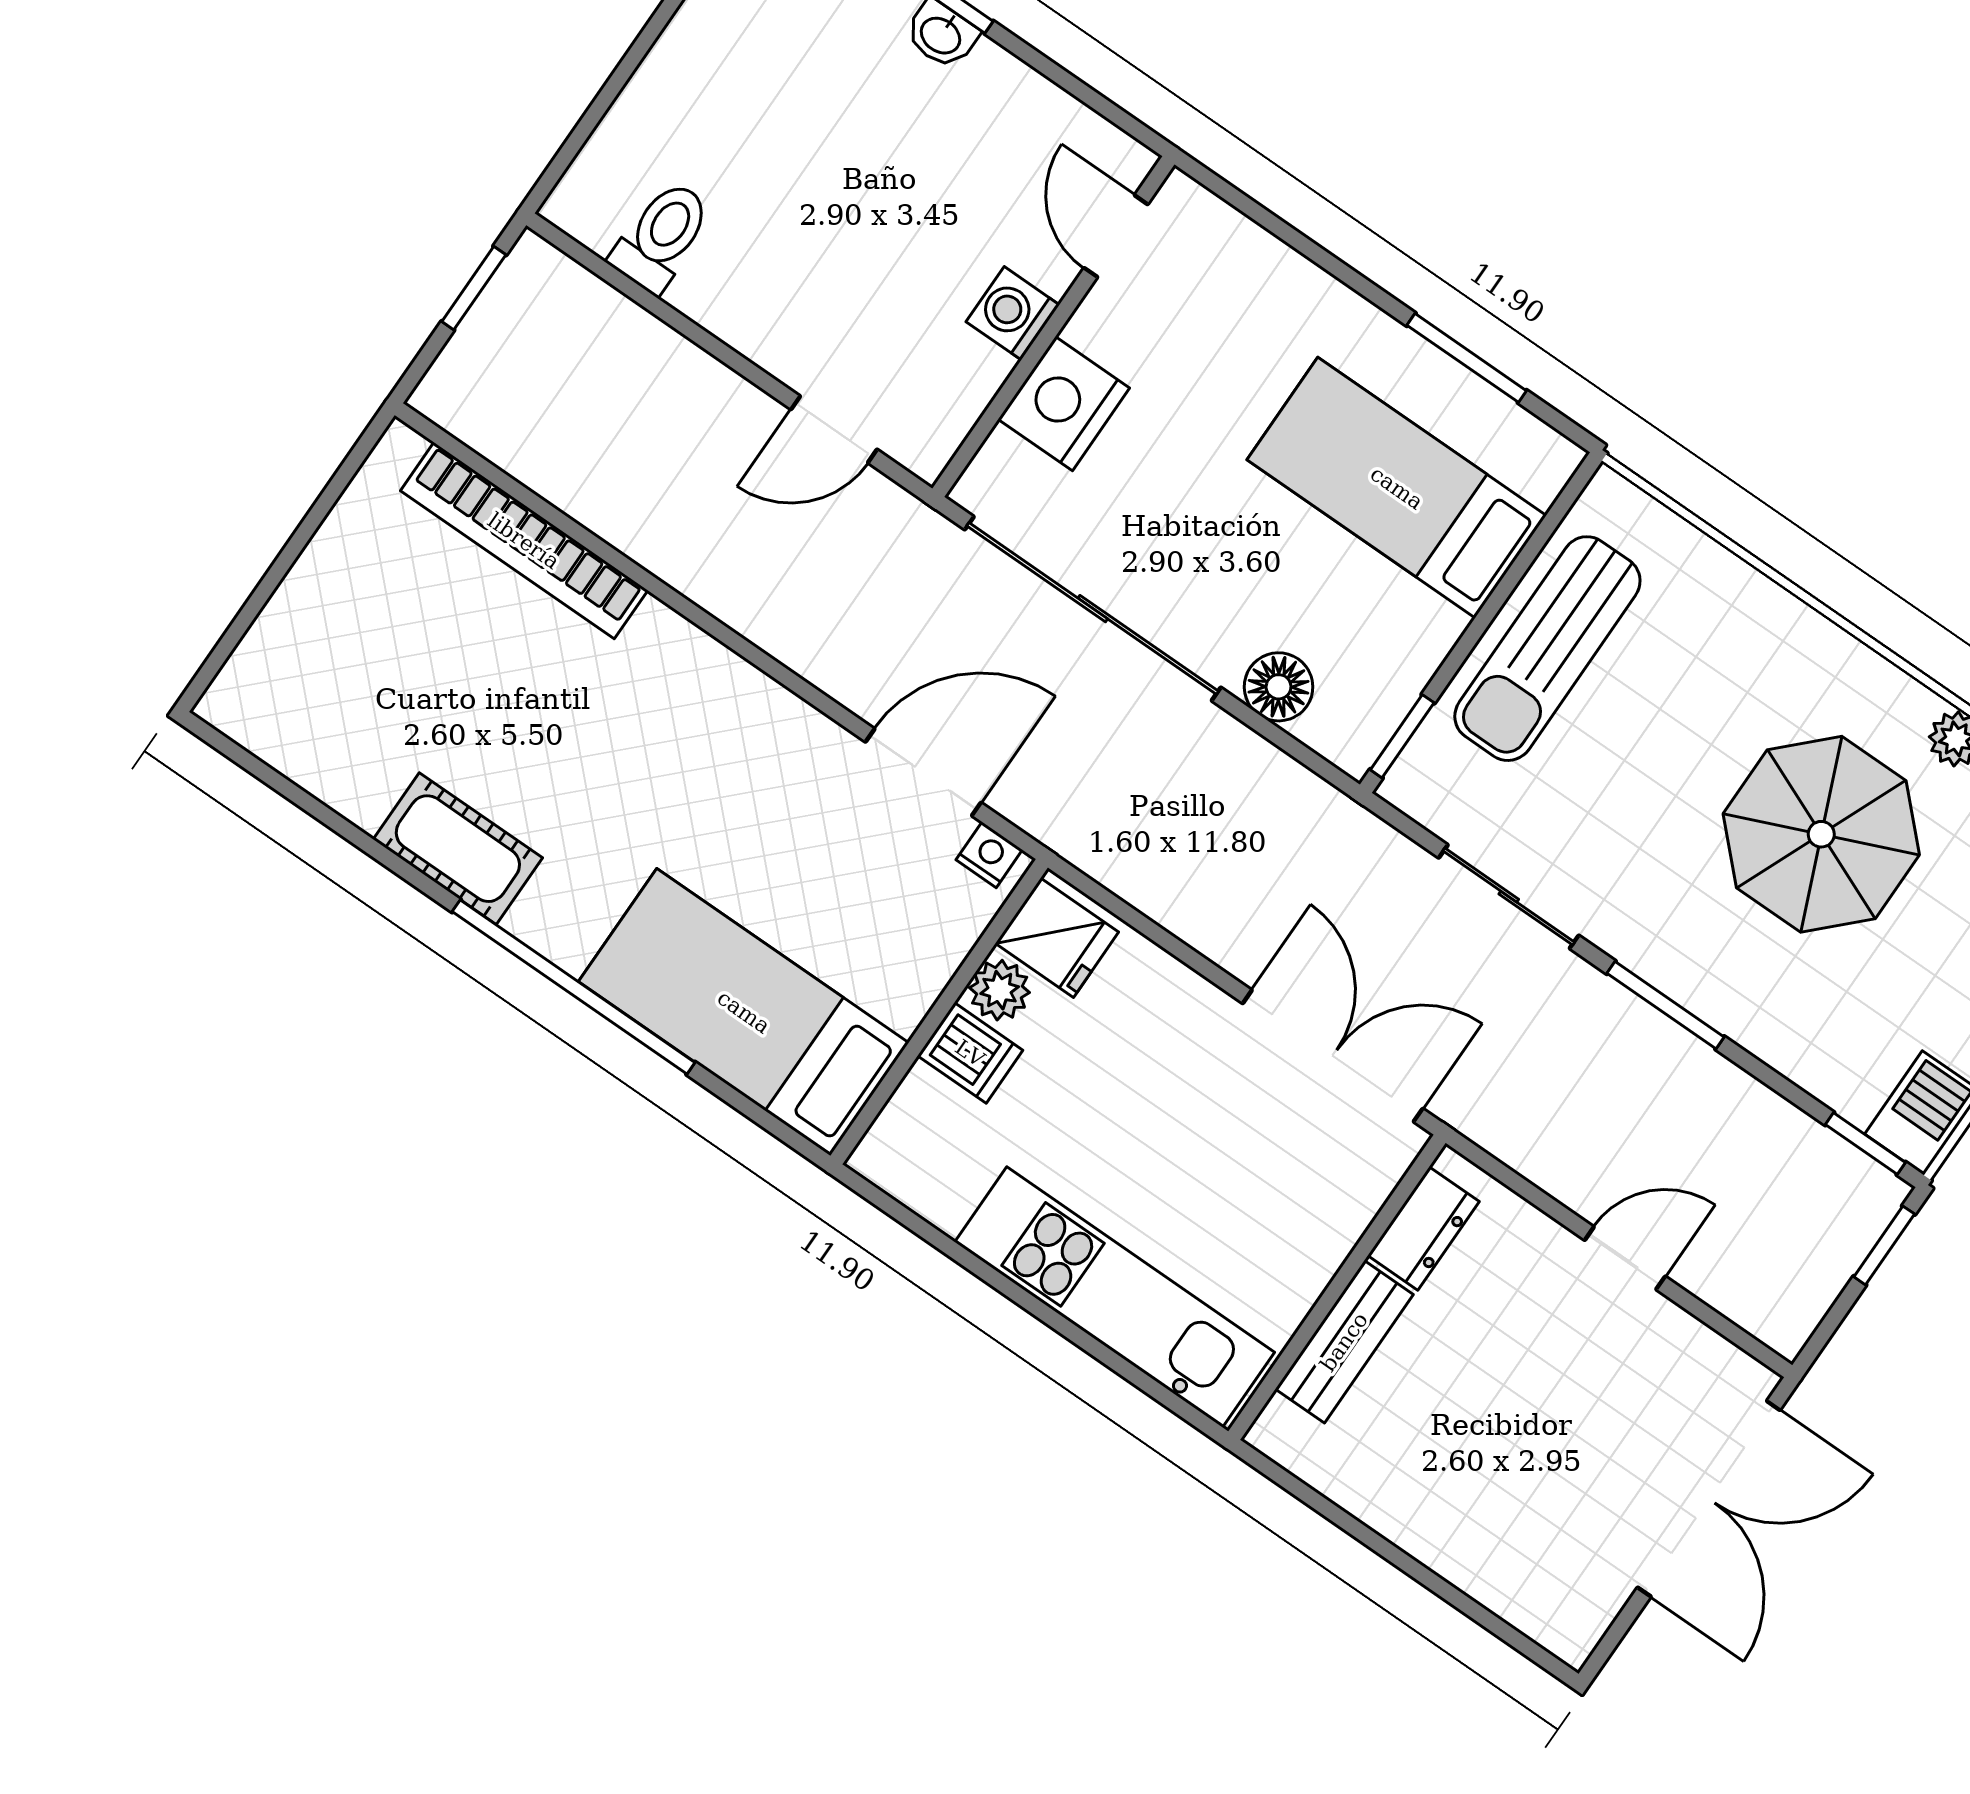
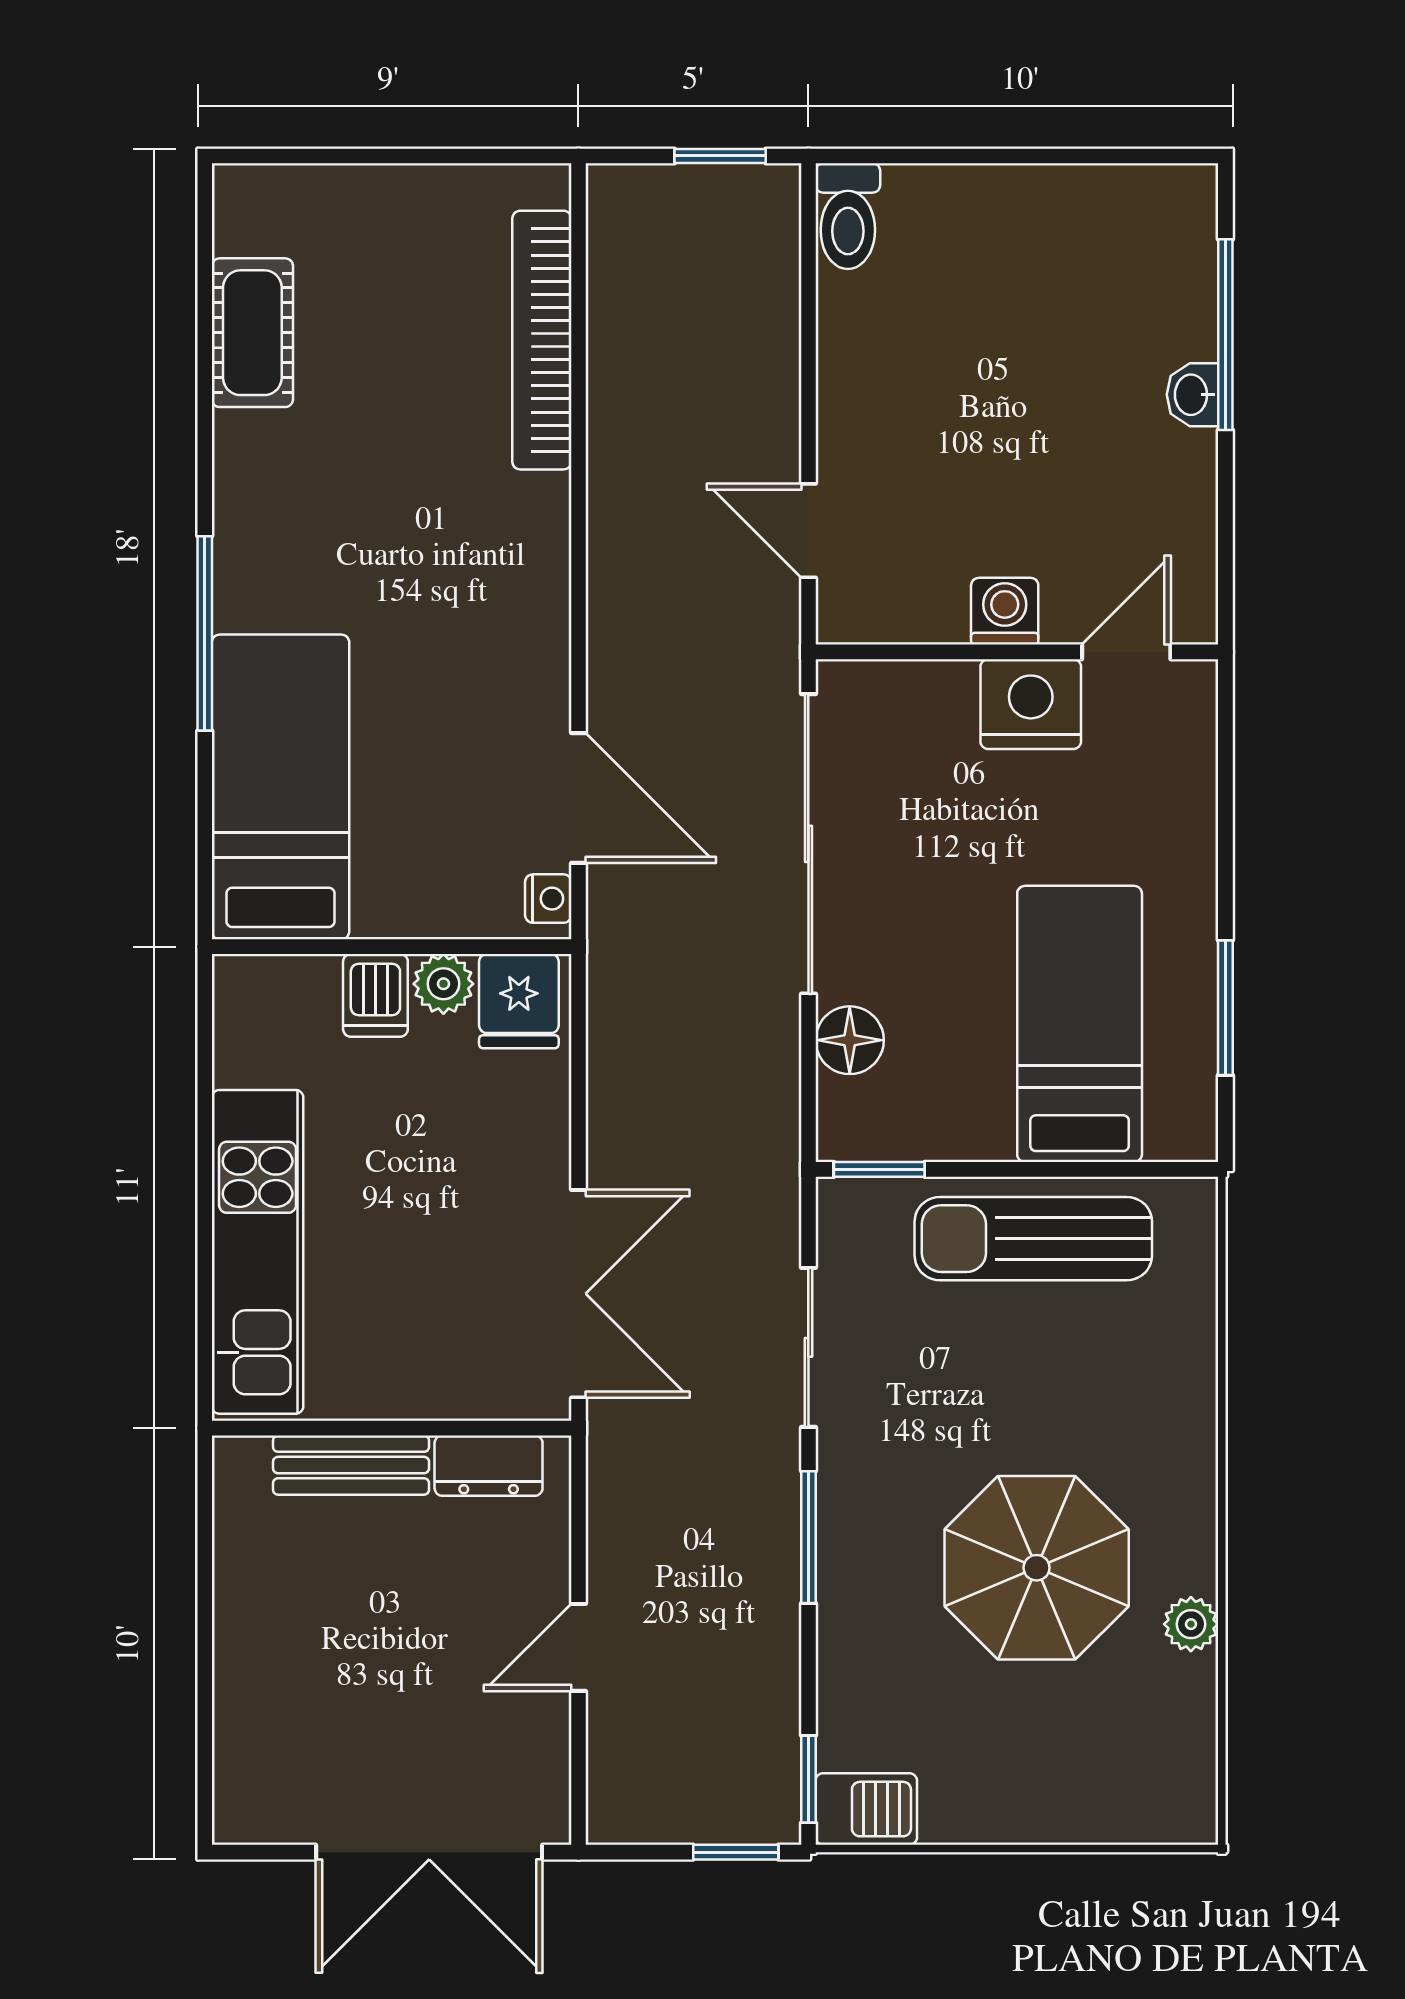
toilet: (662, 236) -> (848, 216), moved, turned 90
nightstand: (1064, 404) -> (1031, 704), moved
cot: (458, 849) -> (252, 333), moved
window: (574, 987) -> (205, 633), width x0.68
door: (1625, 1258) -> (578, 1647), swing flipped

